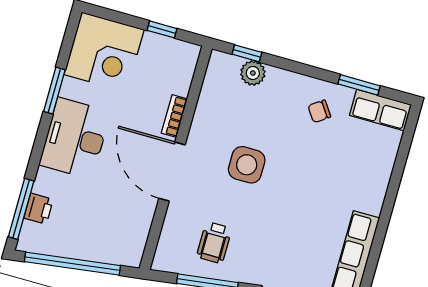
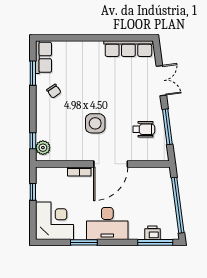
plant: (253, 73) -> (43, 148), moved

